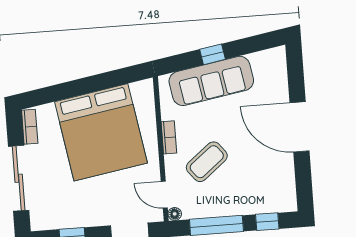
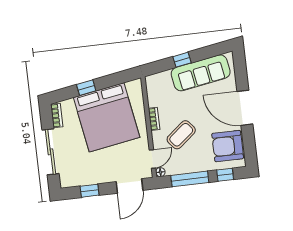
sofa: (211, 81) -> (201, 73), moved
window: (74, 89) -> (86, 88), added
armchair: (273, 181) -> (228, 146), added
door: (164, 195) -> (152, 159), swing flipped

